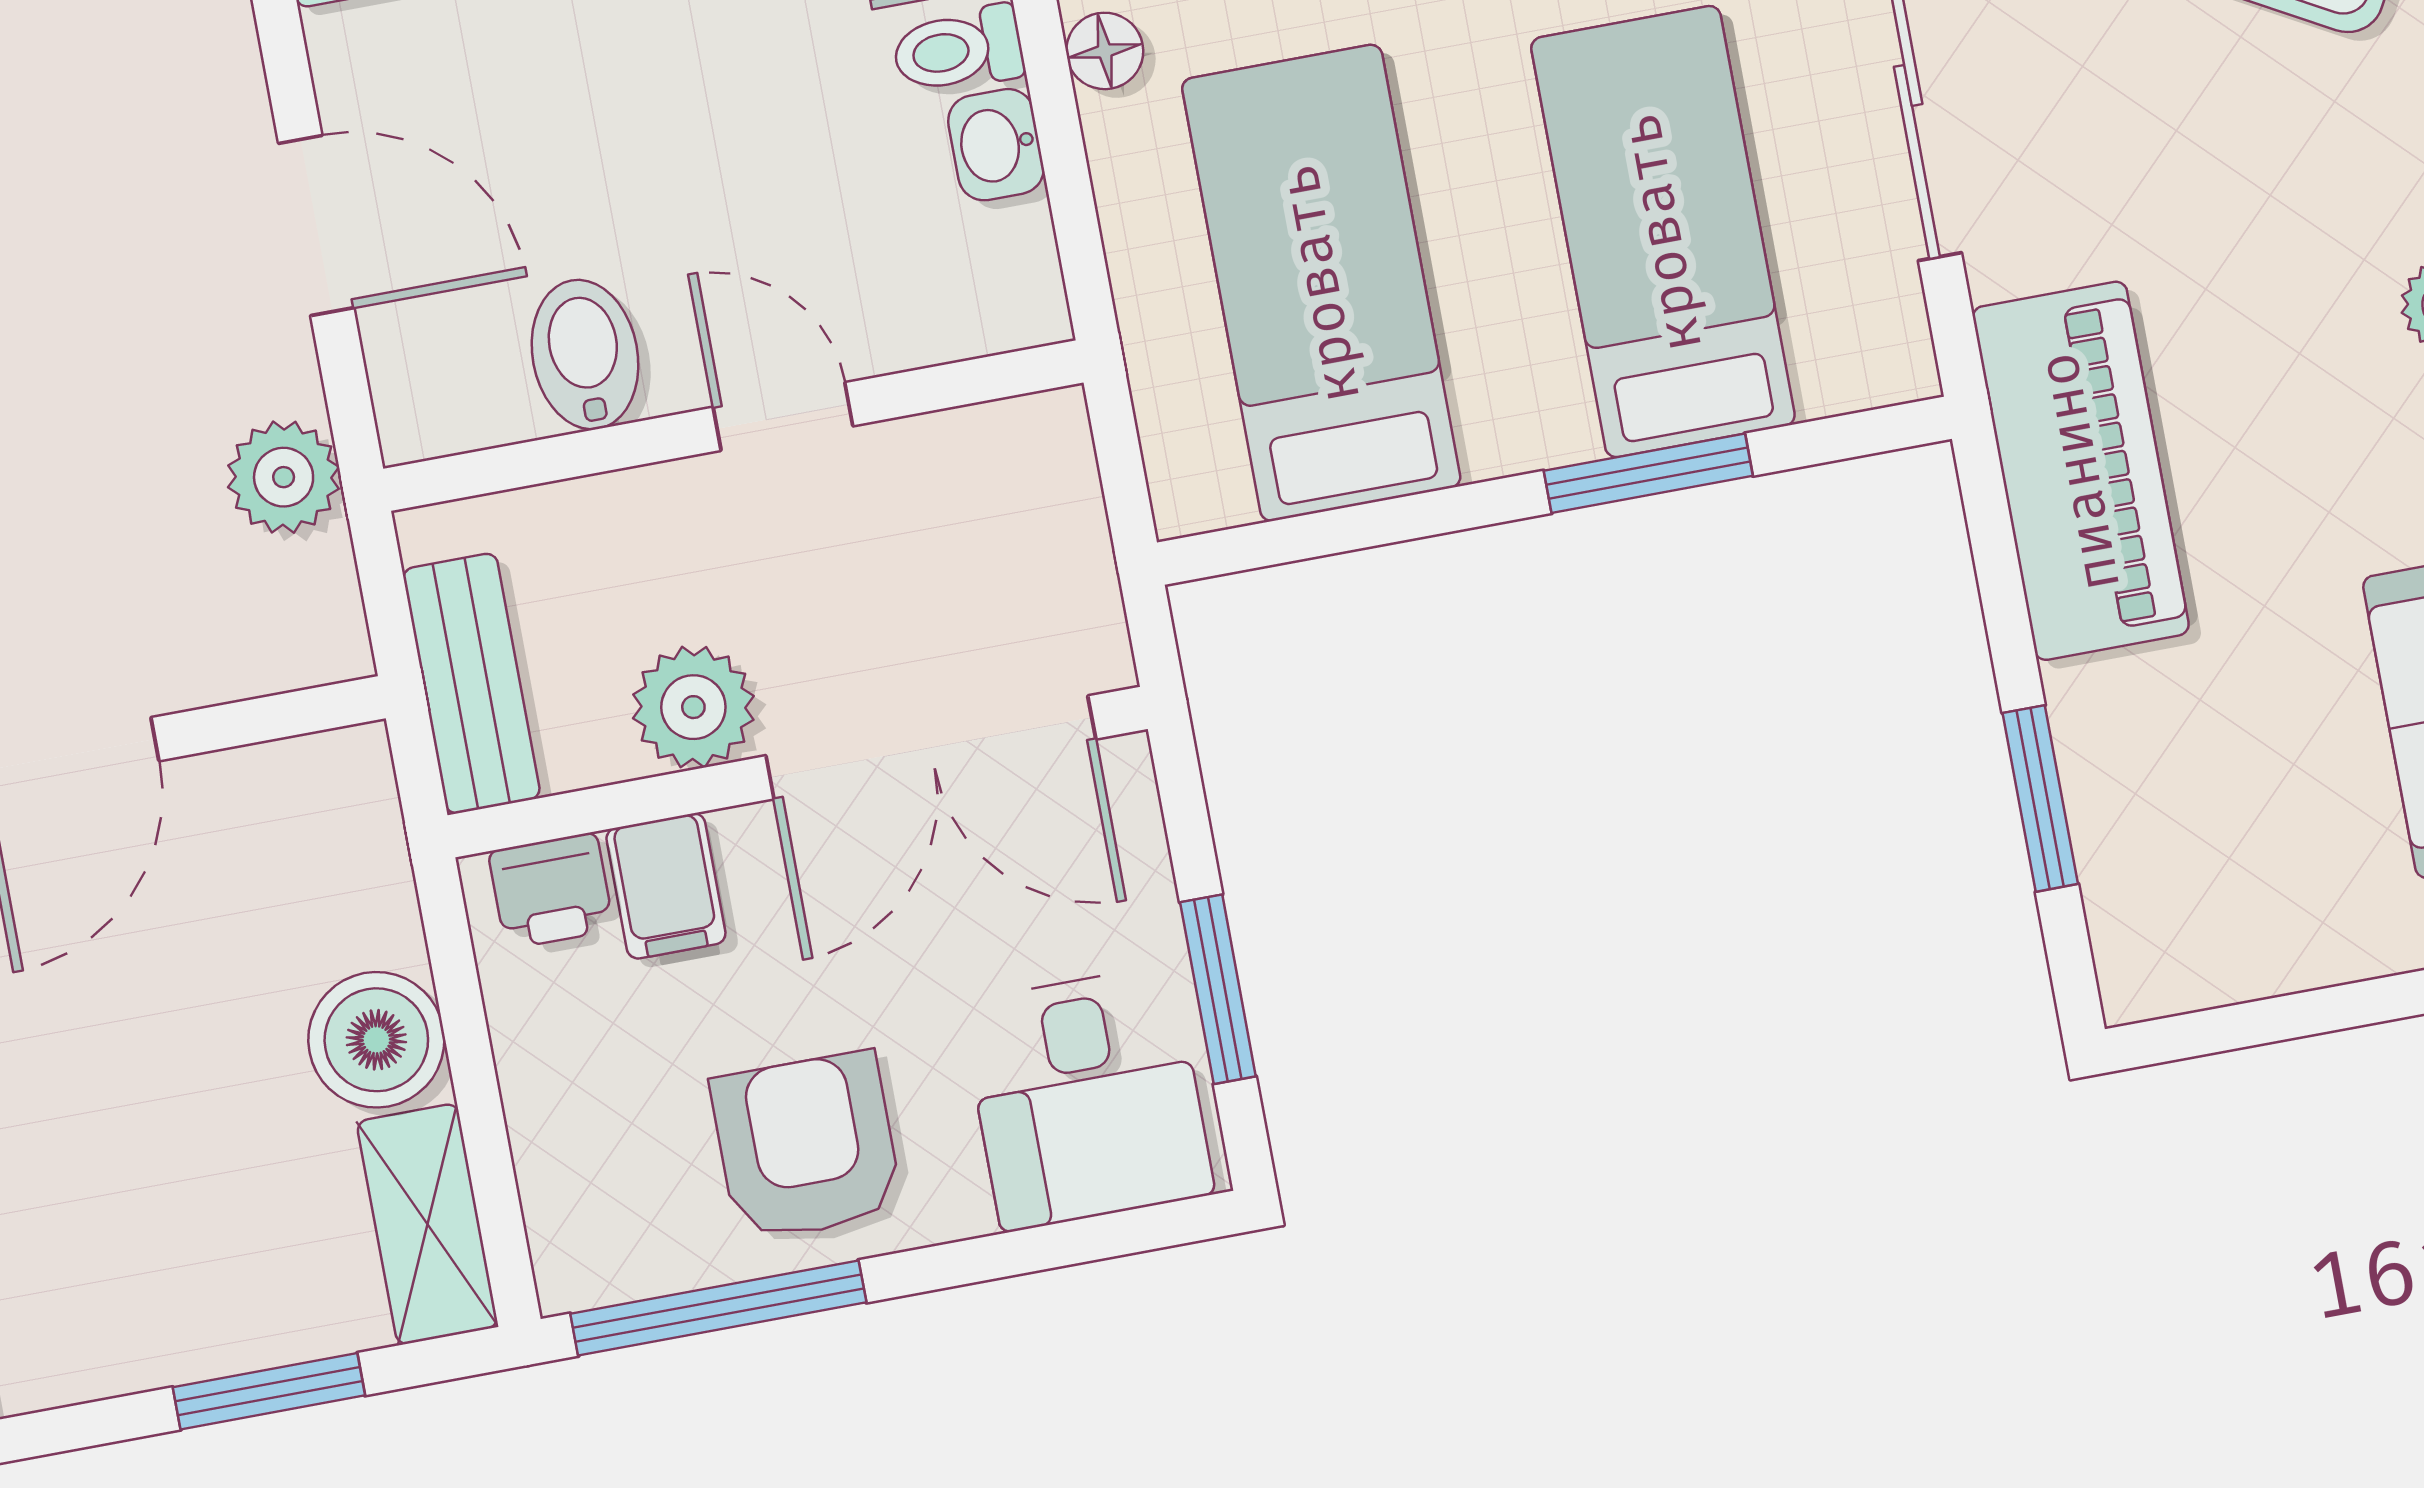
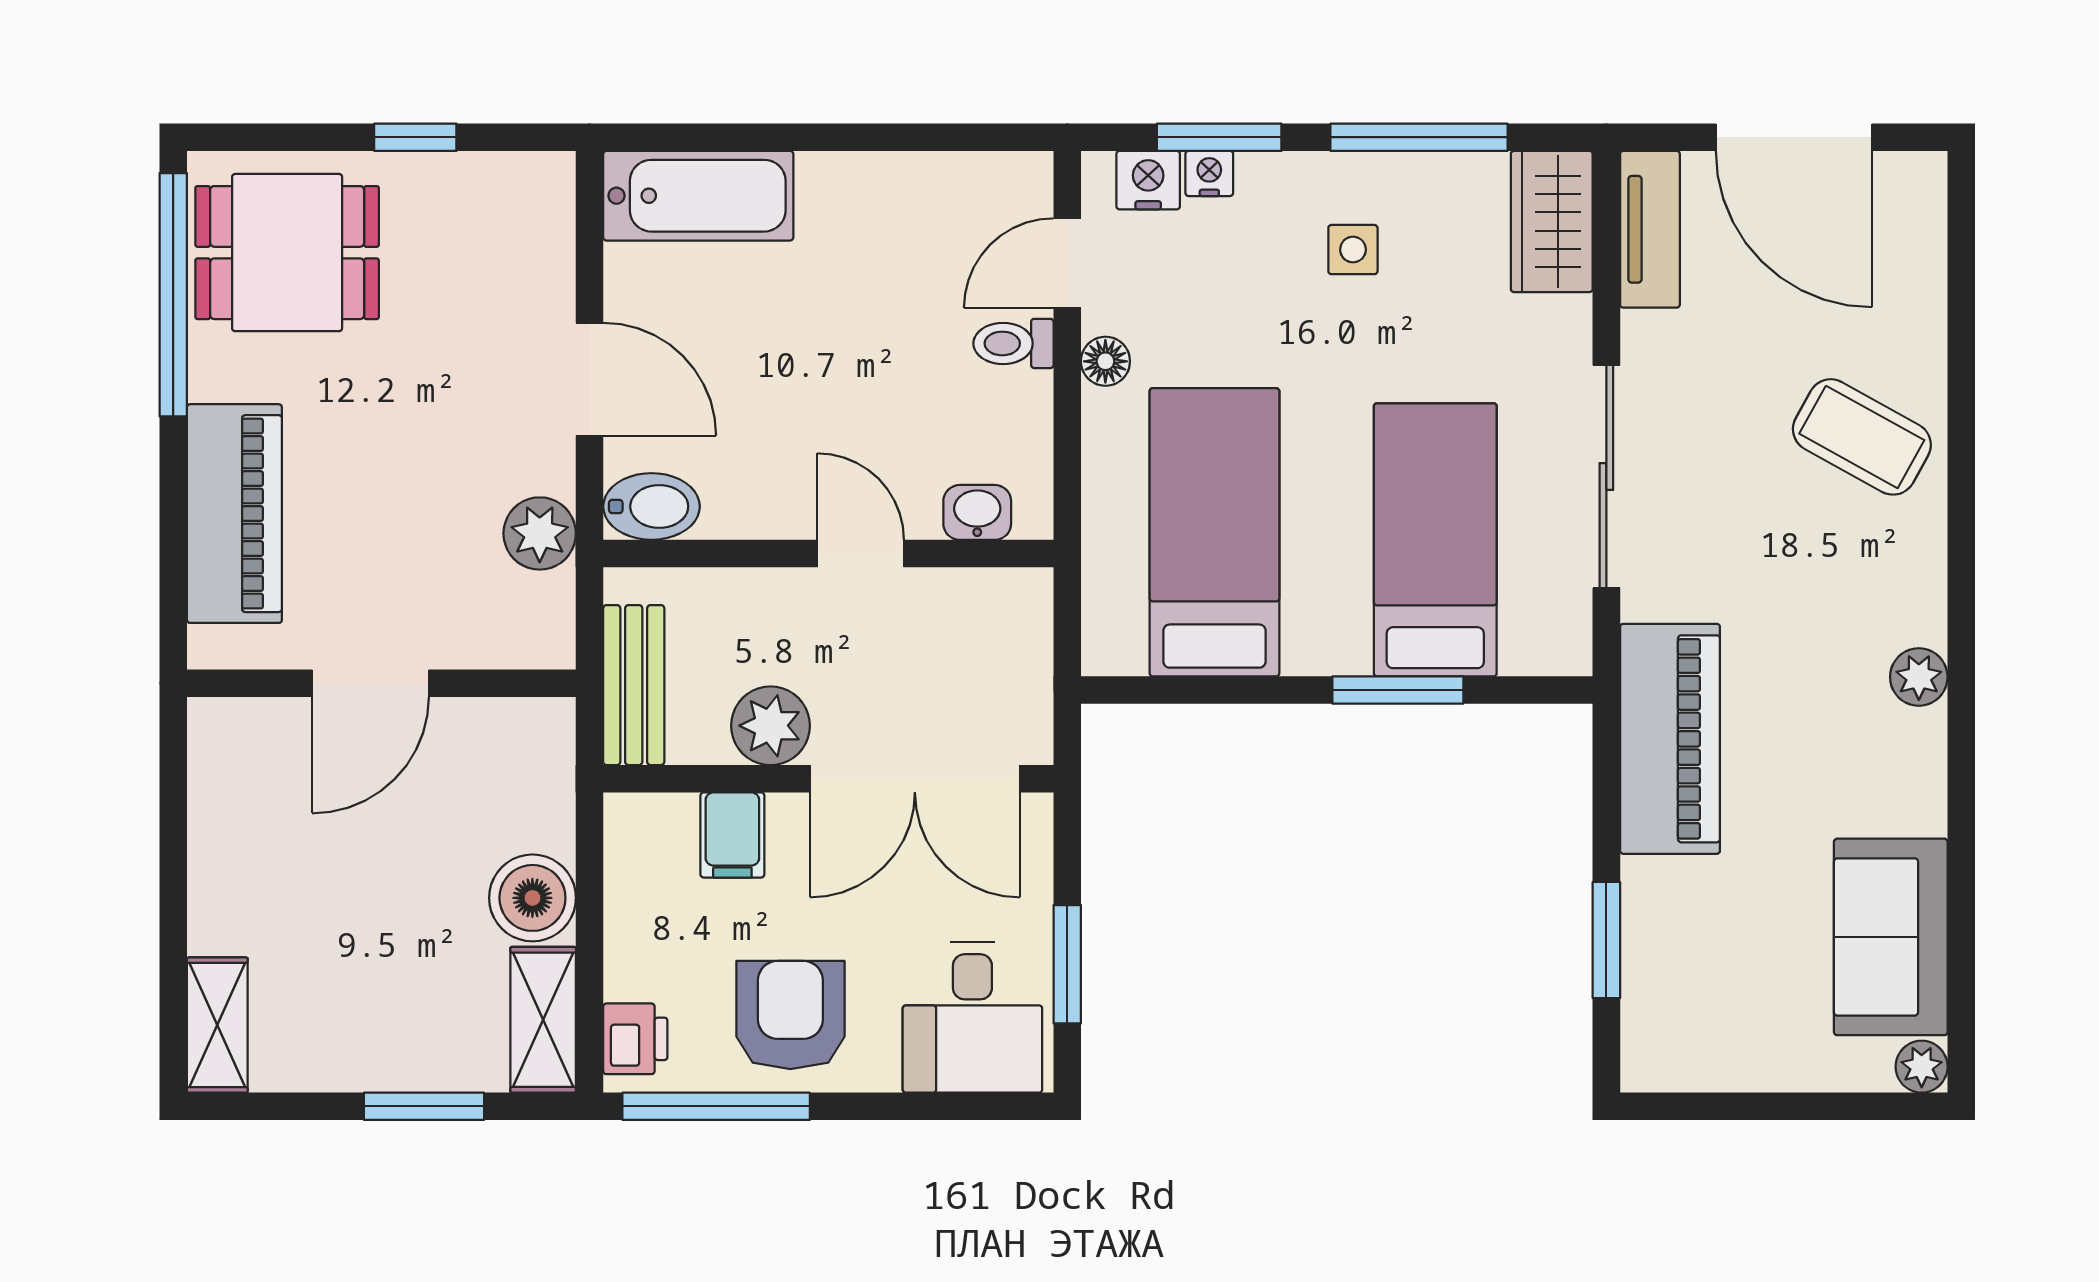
washbasin: (996, 145) -> (977, 512), moved, turned 90
bidet: (585, 355) -> (651, 506), moved, turned 90
printer: (551, 891) -> (635, 1039), moved, turned -90

